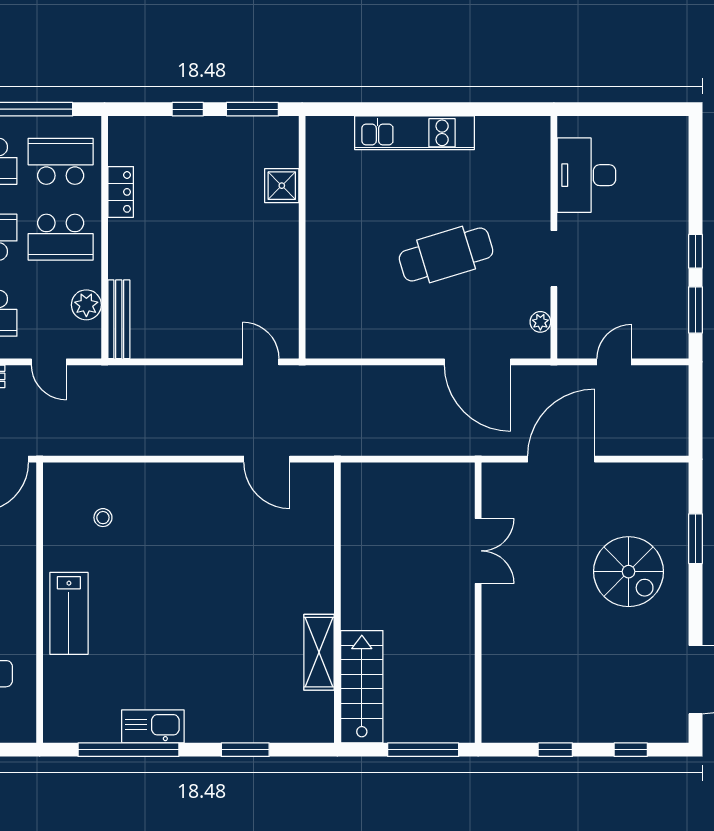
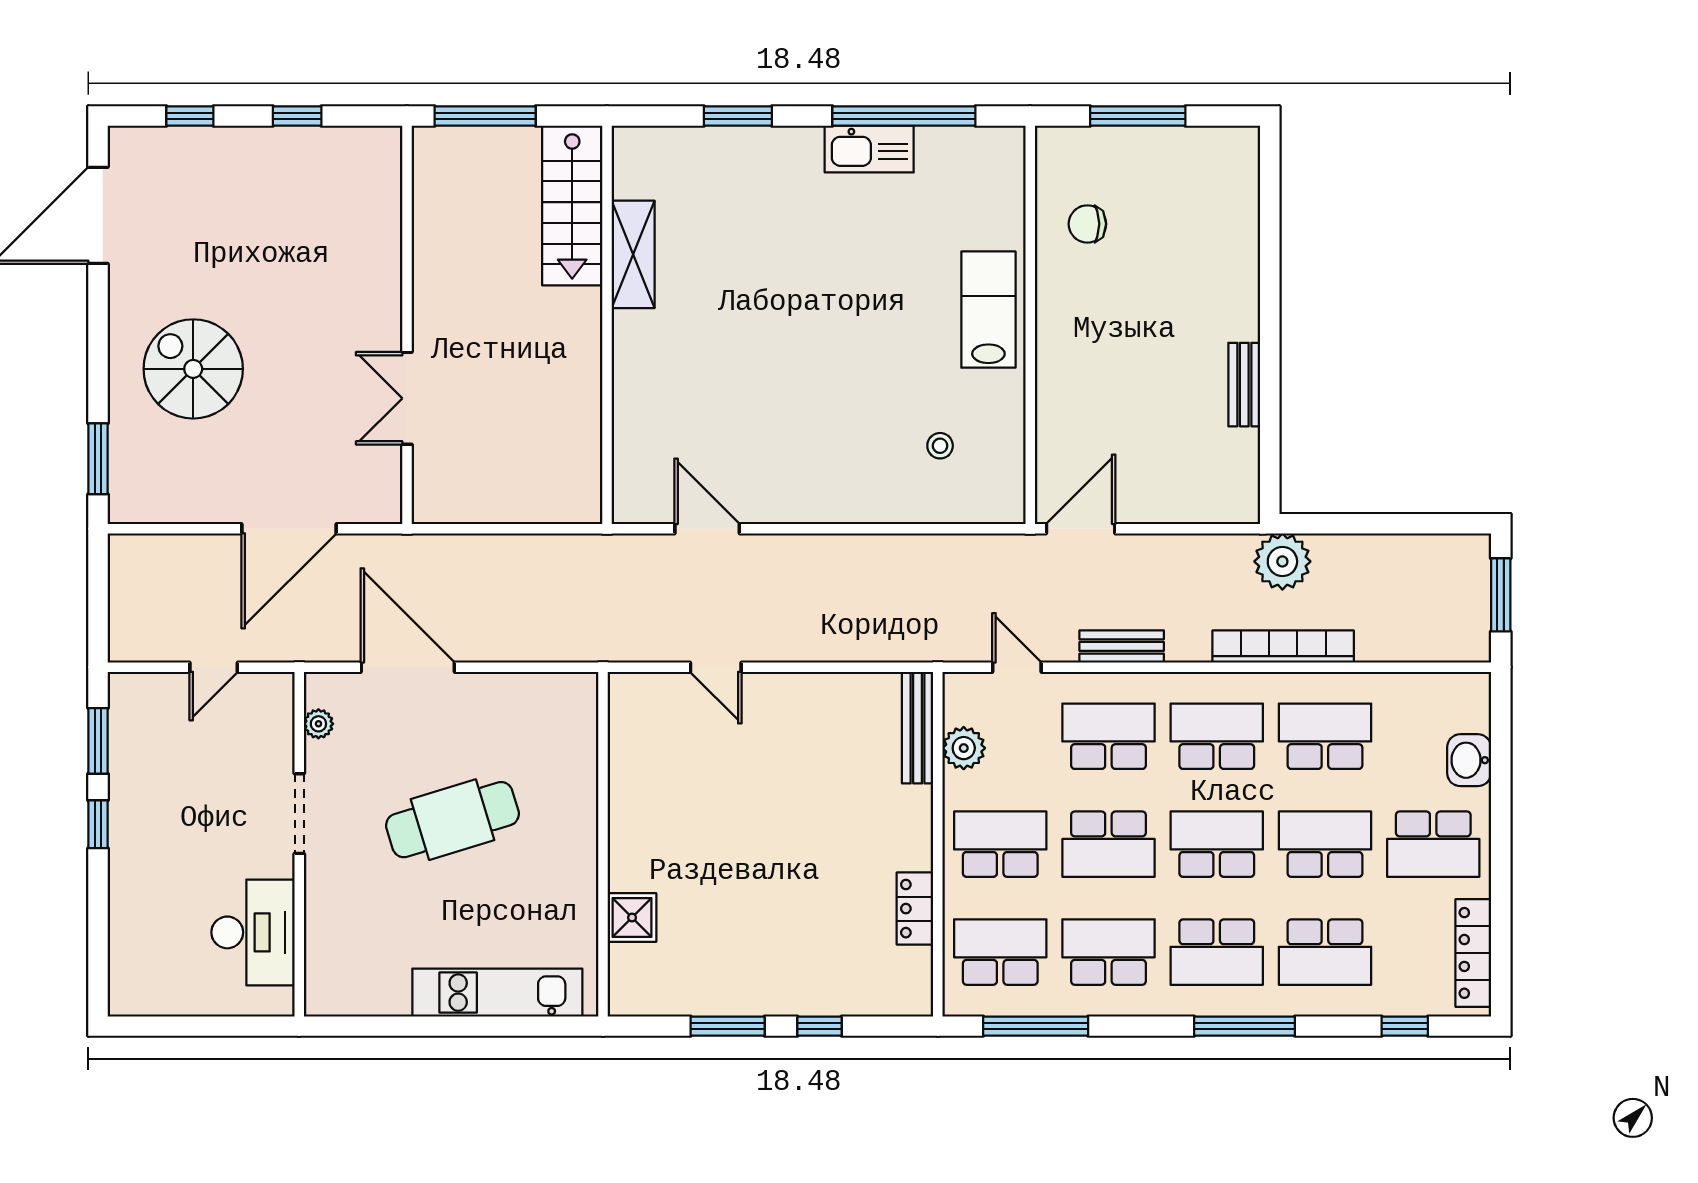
school desk: (61, 161) -> (1000, 952), turned 180
shower: (282, 186) -> (632, 918), moved
wall: (302, 237) -> (603, 844), moved
window: (695, 539) -> (98, 459), moved

